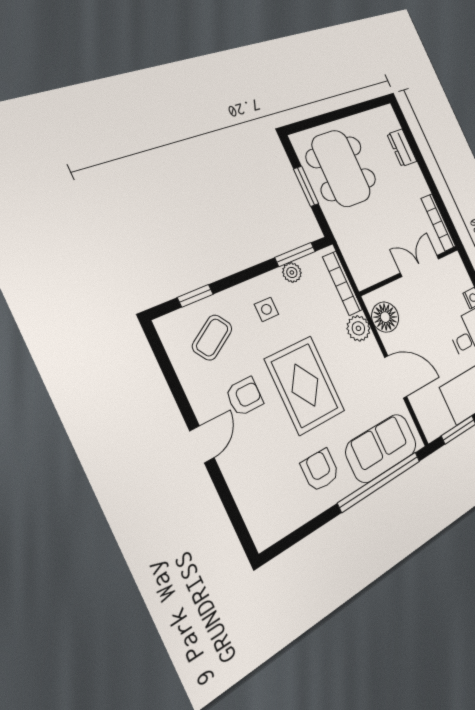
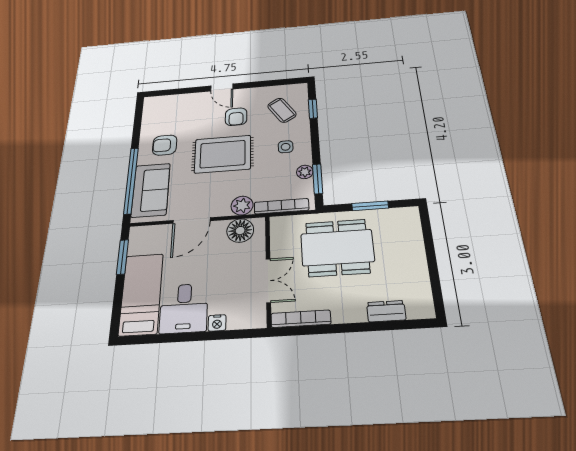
dining table: (341, 168) -> (337, 248), moved
armchair: (320, 470) -> (165, 145), turned 180

